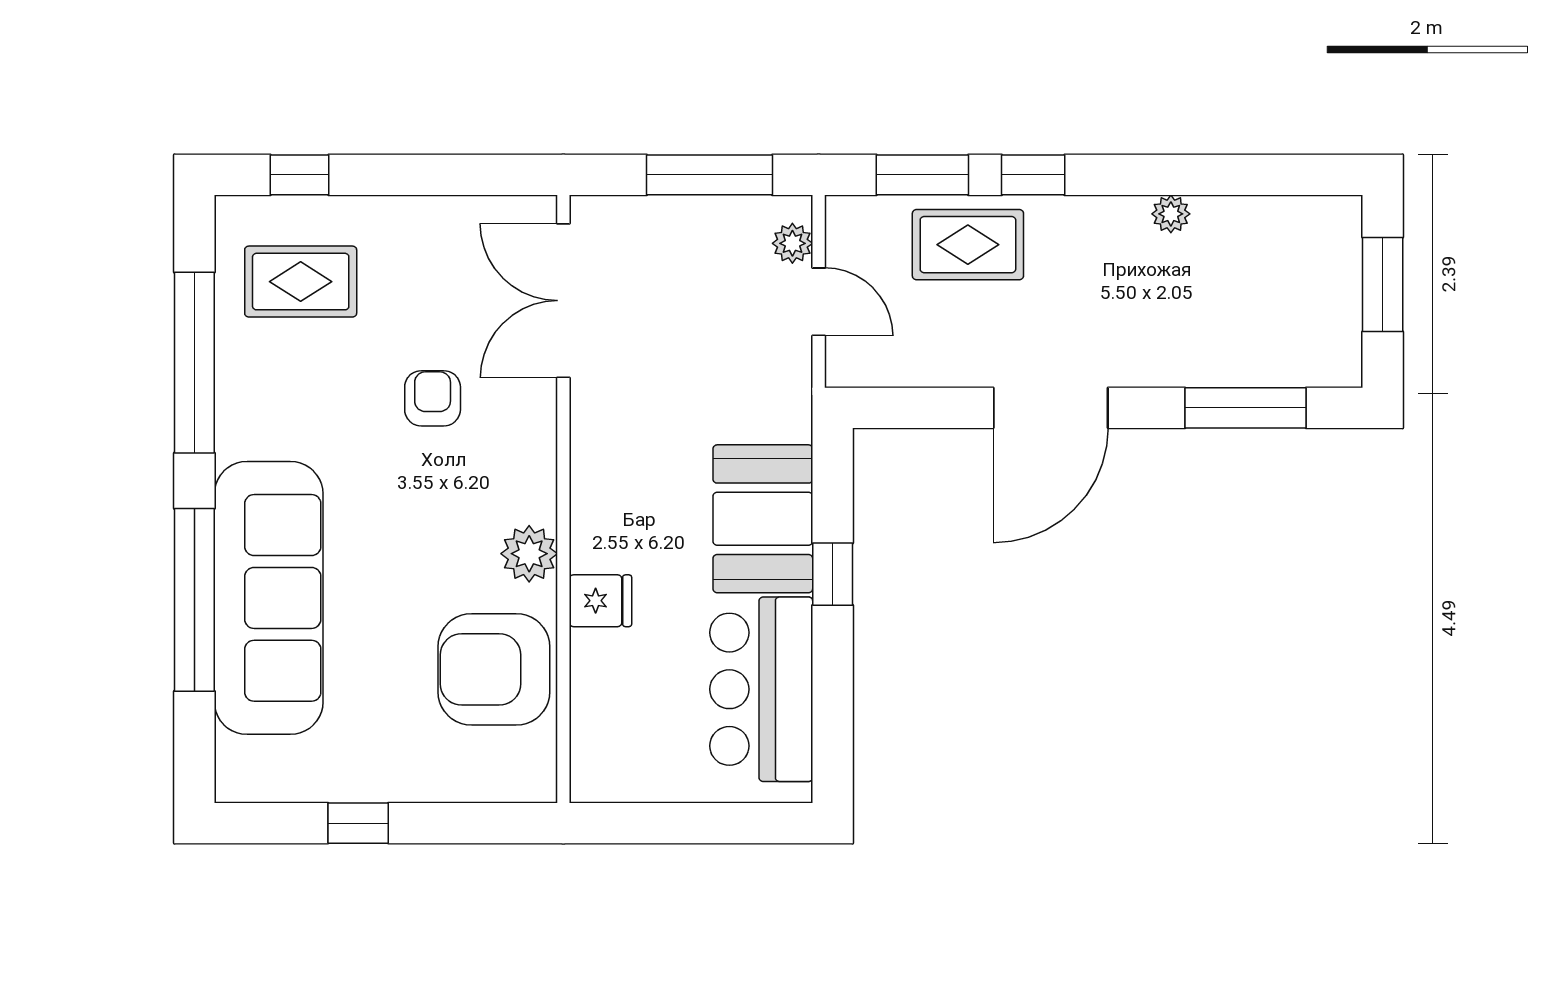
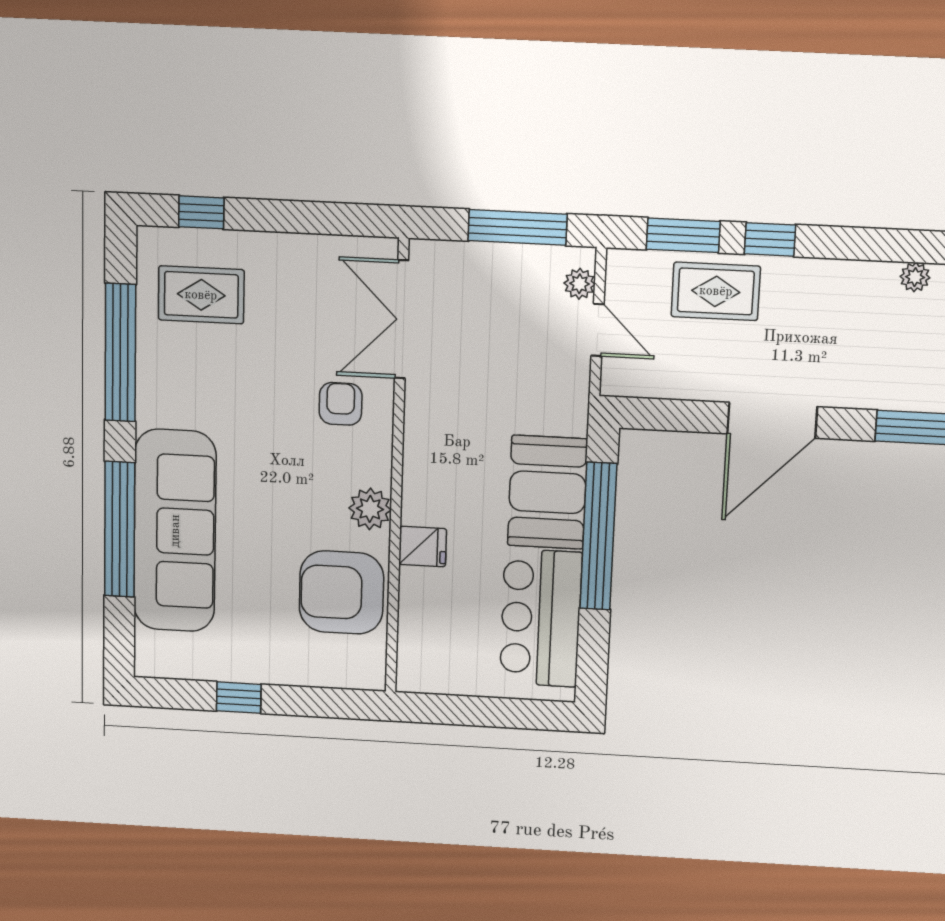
plant: (1171, 214) -> (915, 277), moved
armchair: (433, 398) -> (341, 404), moved
window: (833, 574) -> (598, 536), width x3.17

